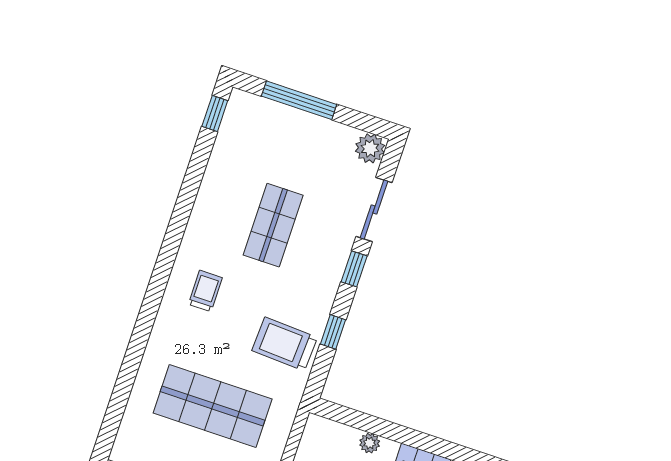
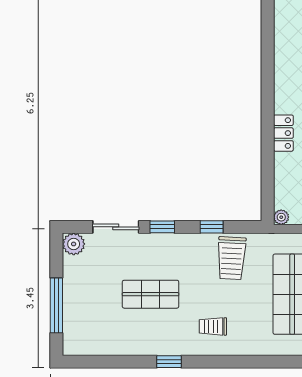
window: (215, 114) -> (169, 362), moved
plant: (370, 443) -> (281, 217), moved

